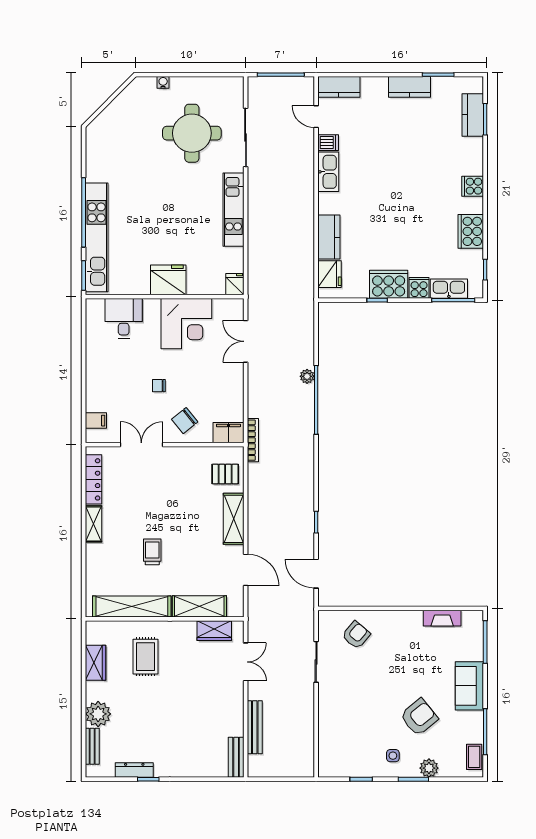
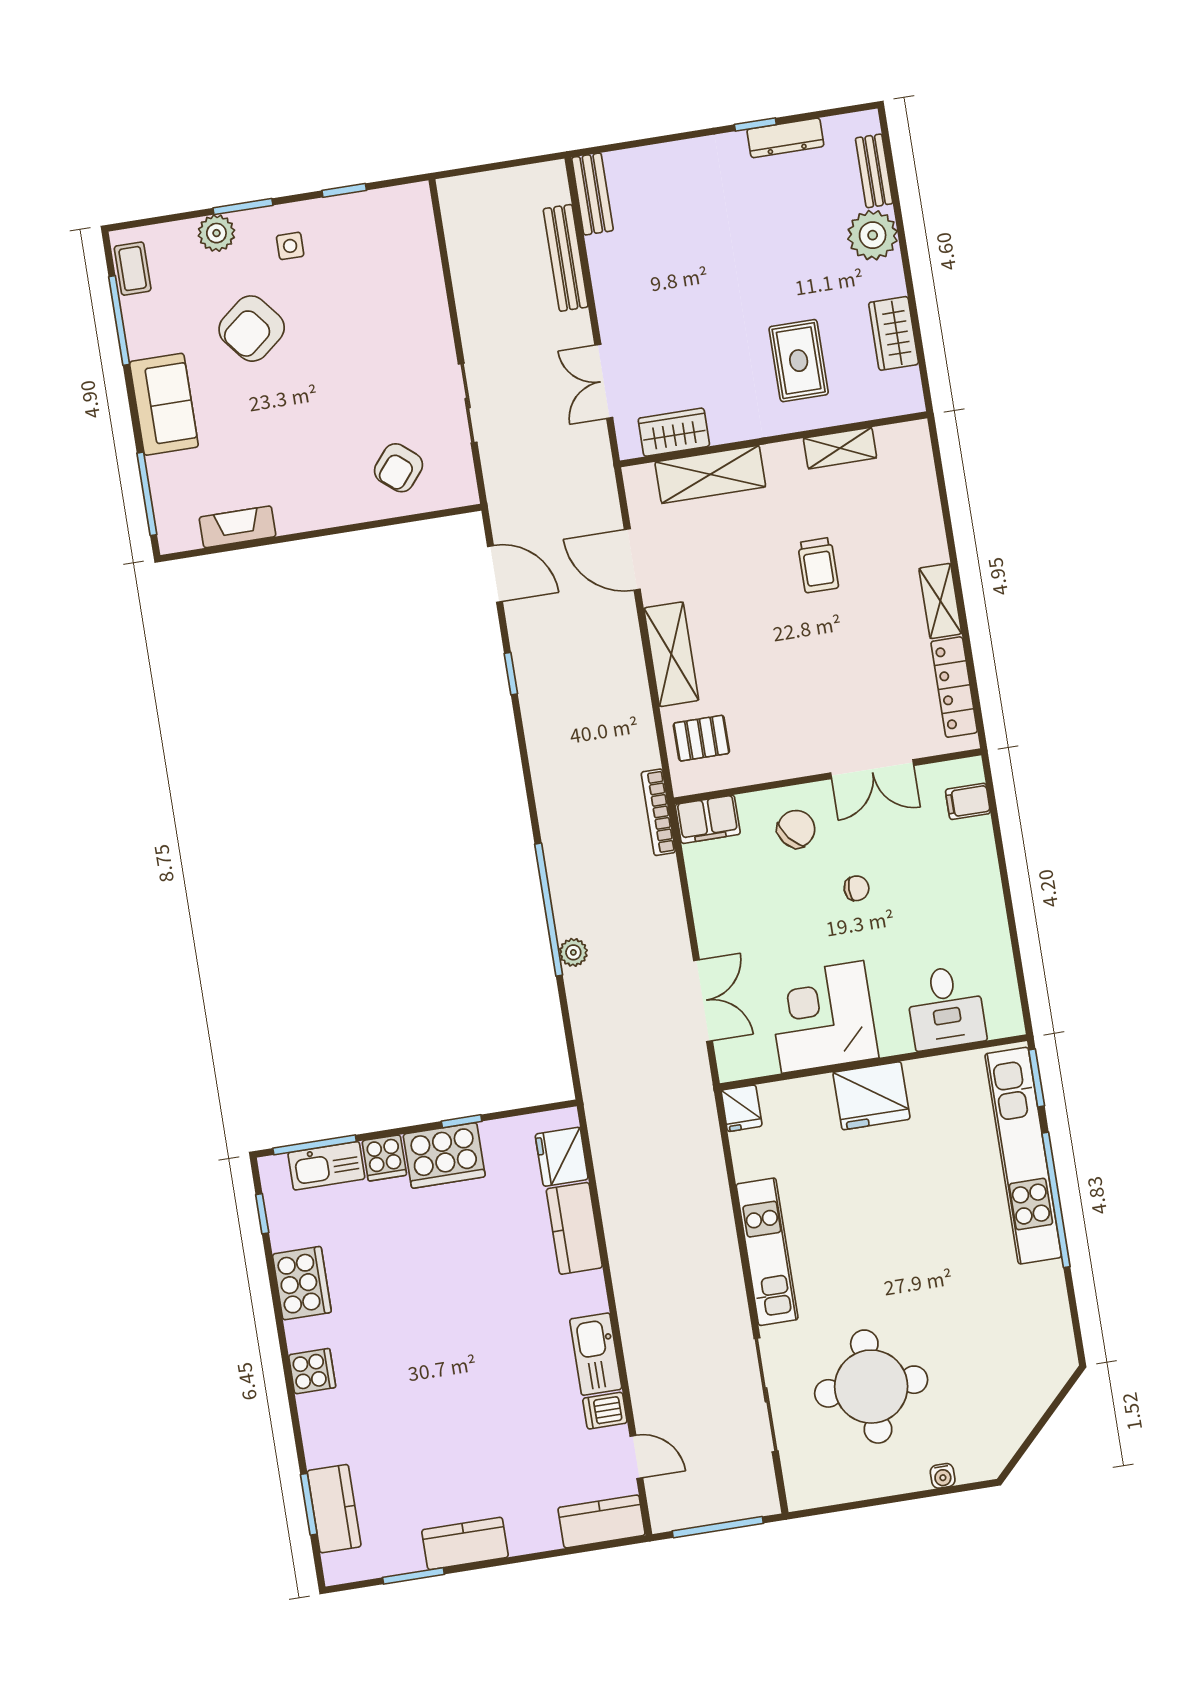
shelving: (132, 607) -> (840, 448), width x0.45, depth x0.75

